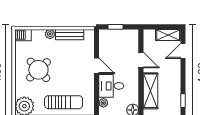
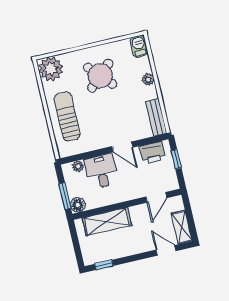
bench: (70, 35) -> (156, 117), moved
printer: (106, 44) -> (153, 153), added
door: (141, 60) -> (156, 197), moved
door: (96, 66) -> (122, 147), hinge flipped
sun lounger: (64, 102) -> (67, 117), turned 180

